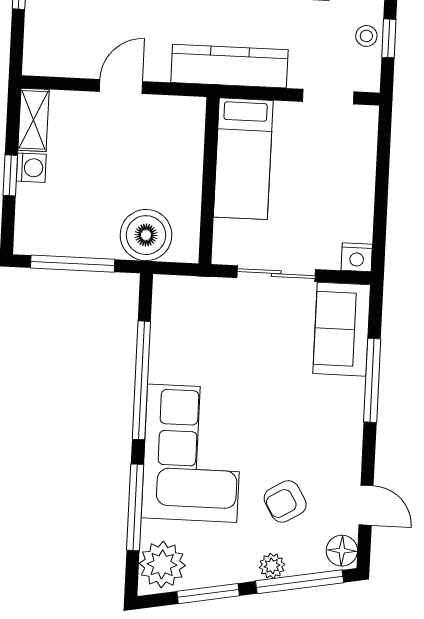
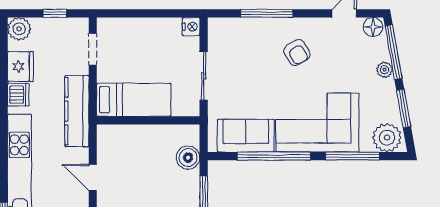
stool: (366, 36) -> (54, 27), removed
boiler: (146, 235) -> (188, 158), width x0.73, depth x0.73
sofa: (342, 329) -> (246, 136), moved, turned 180
armchair: (285, 501) -> (297, 53), moved

